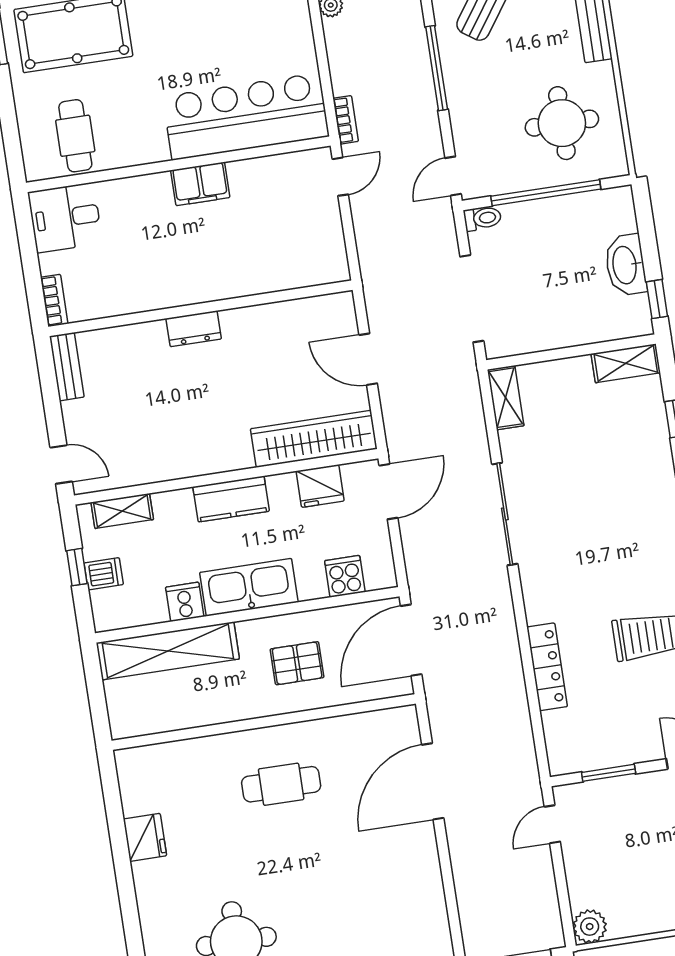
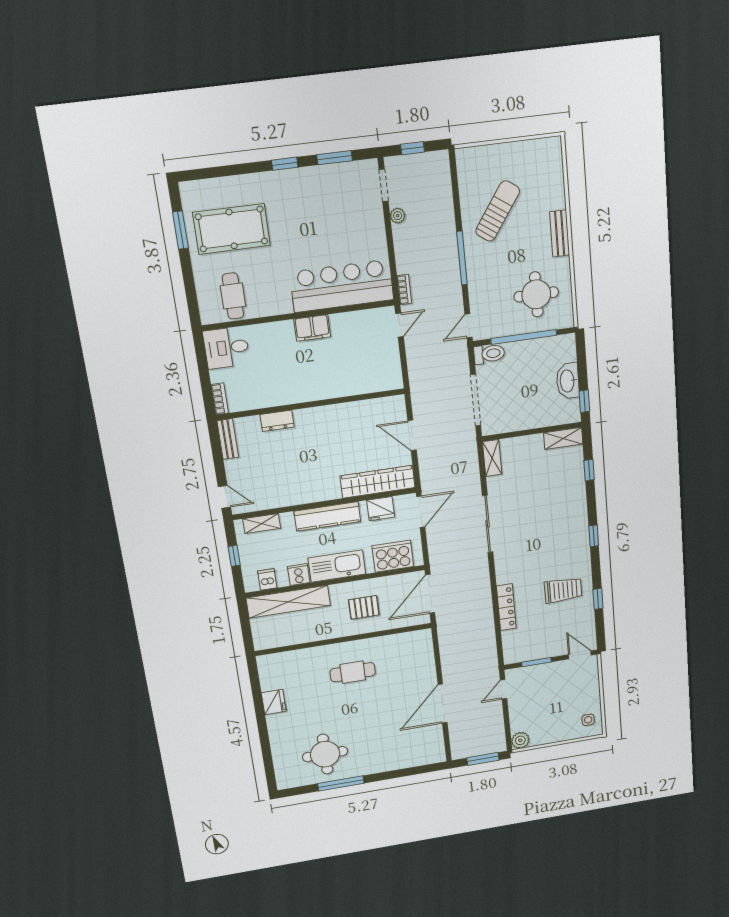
toilet: (482, 218) -> (489, 354), width x1.37, depth x1.39
dresser: (194, 329) -> (277, 421), moved
kitchen counter: (231, 499) -> (327, 516), width x1.50
dishwasher: (104, 574) -> (267, 579), moved, turned -90
cooker: (345, 576) -> (393, 556), width x1.87, depth x1.31
door: (433, 781) -> (443, 704), moved

